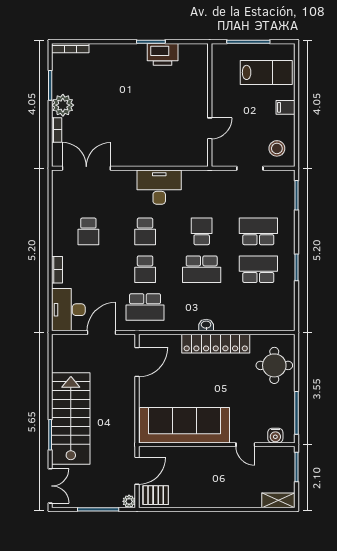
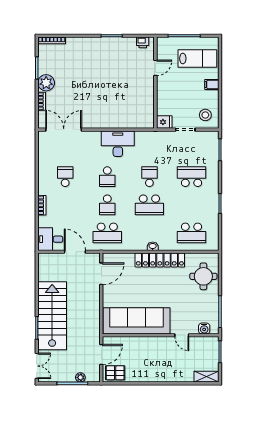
printer: (163, 54) -> (143, 42), moved, width x0.53, depth x0.68
door: (210, 128) -> (155, 68), moved
fridge: (222, 158) -> (164, 122), added
school desk: (88, 231) -> (65, 177), turned 180
school desk: (258, 269) -> (192, 233), moved, turned 180
desk: (68, 310) -> (50, 239), width x0.73
door: (102, 332) -> (75, 252), hinge flipped
plant: (129, 501) -> (80, 377), moved

